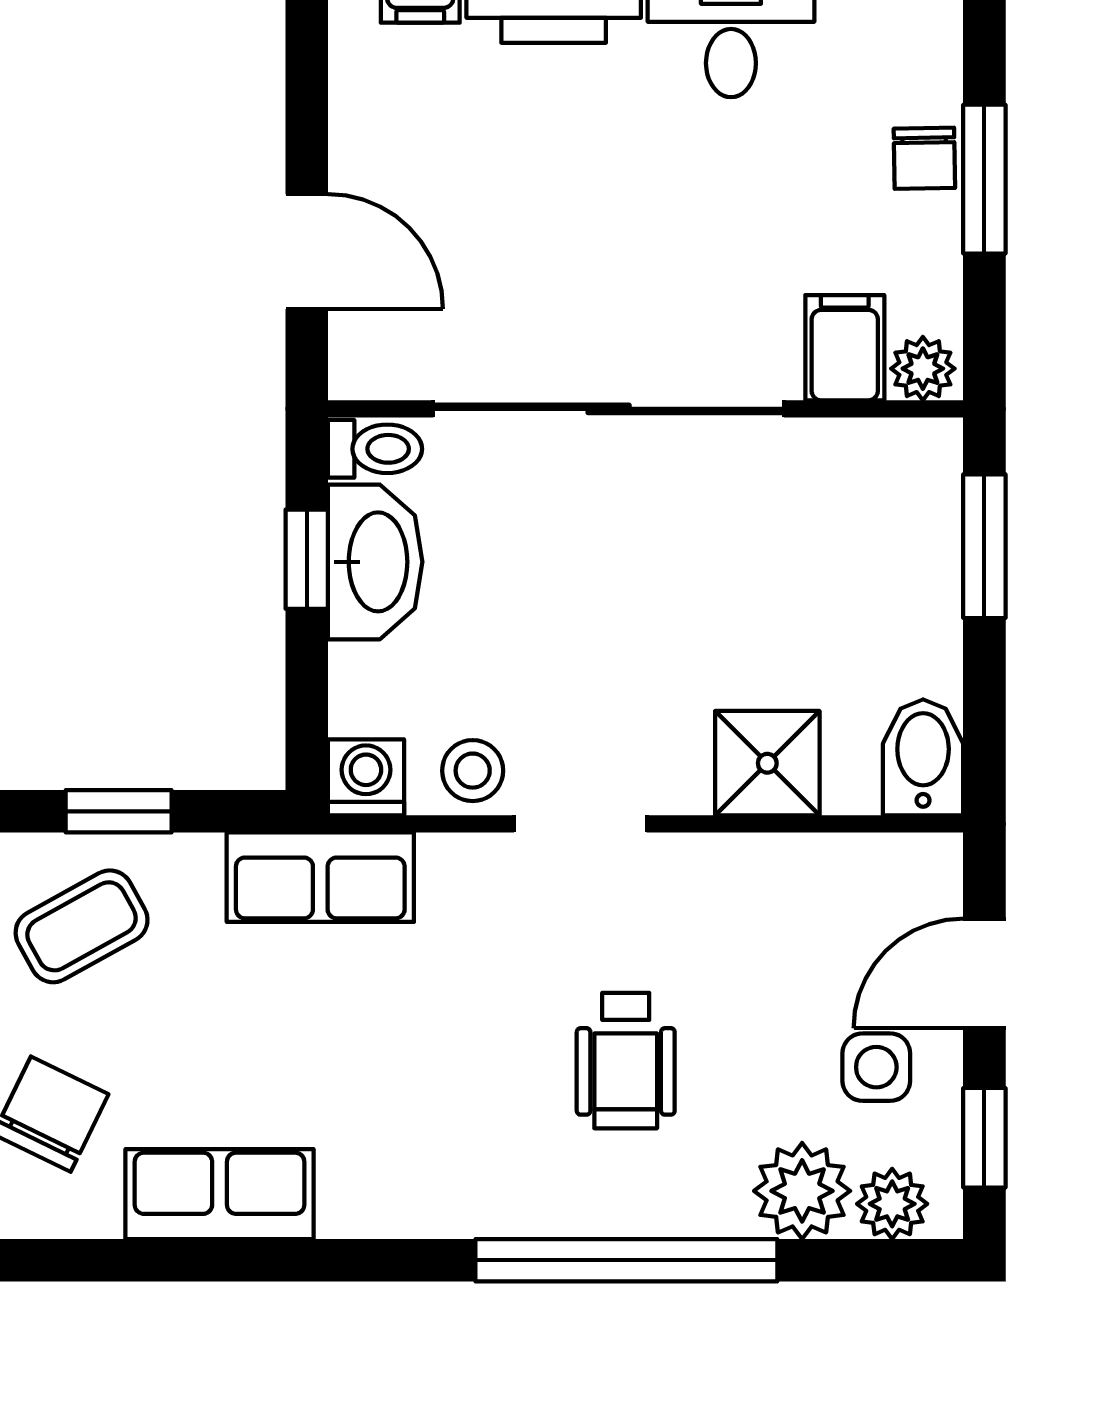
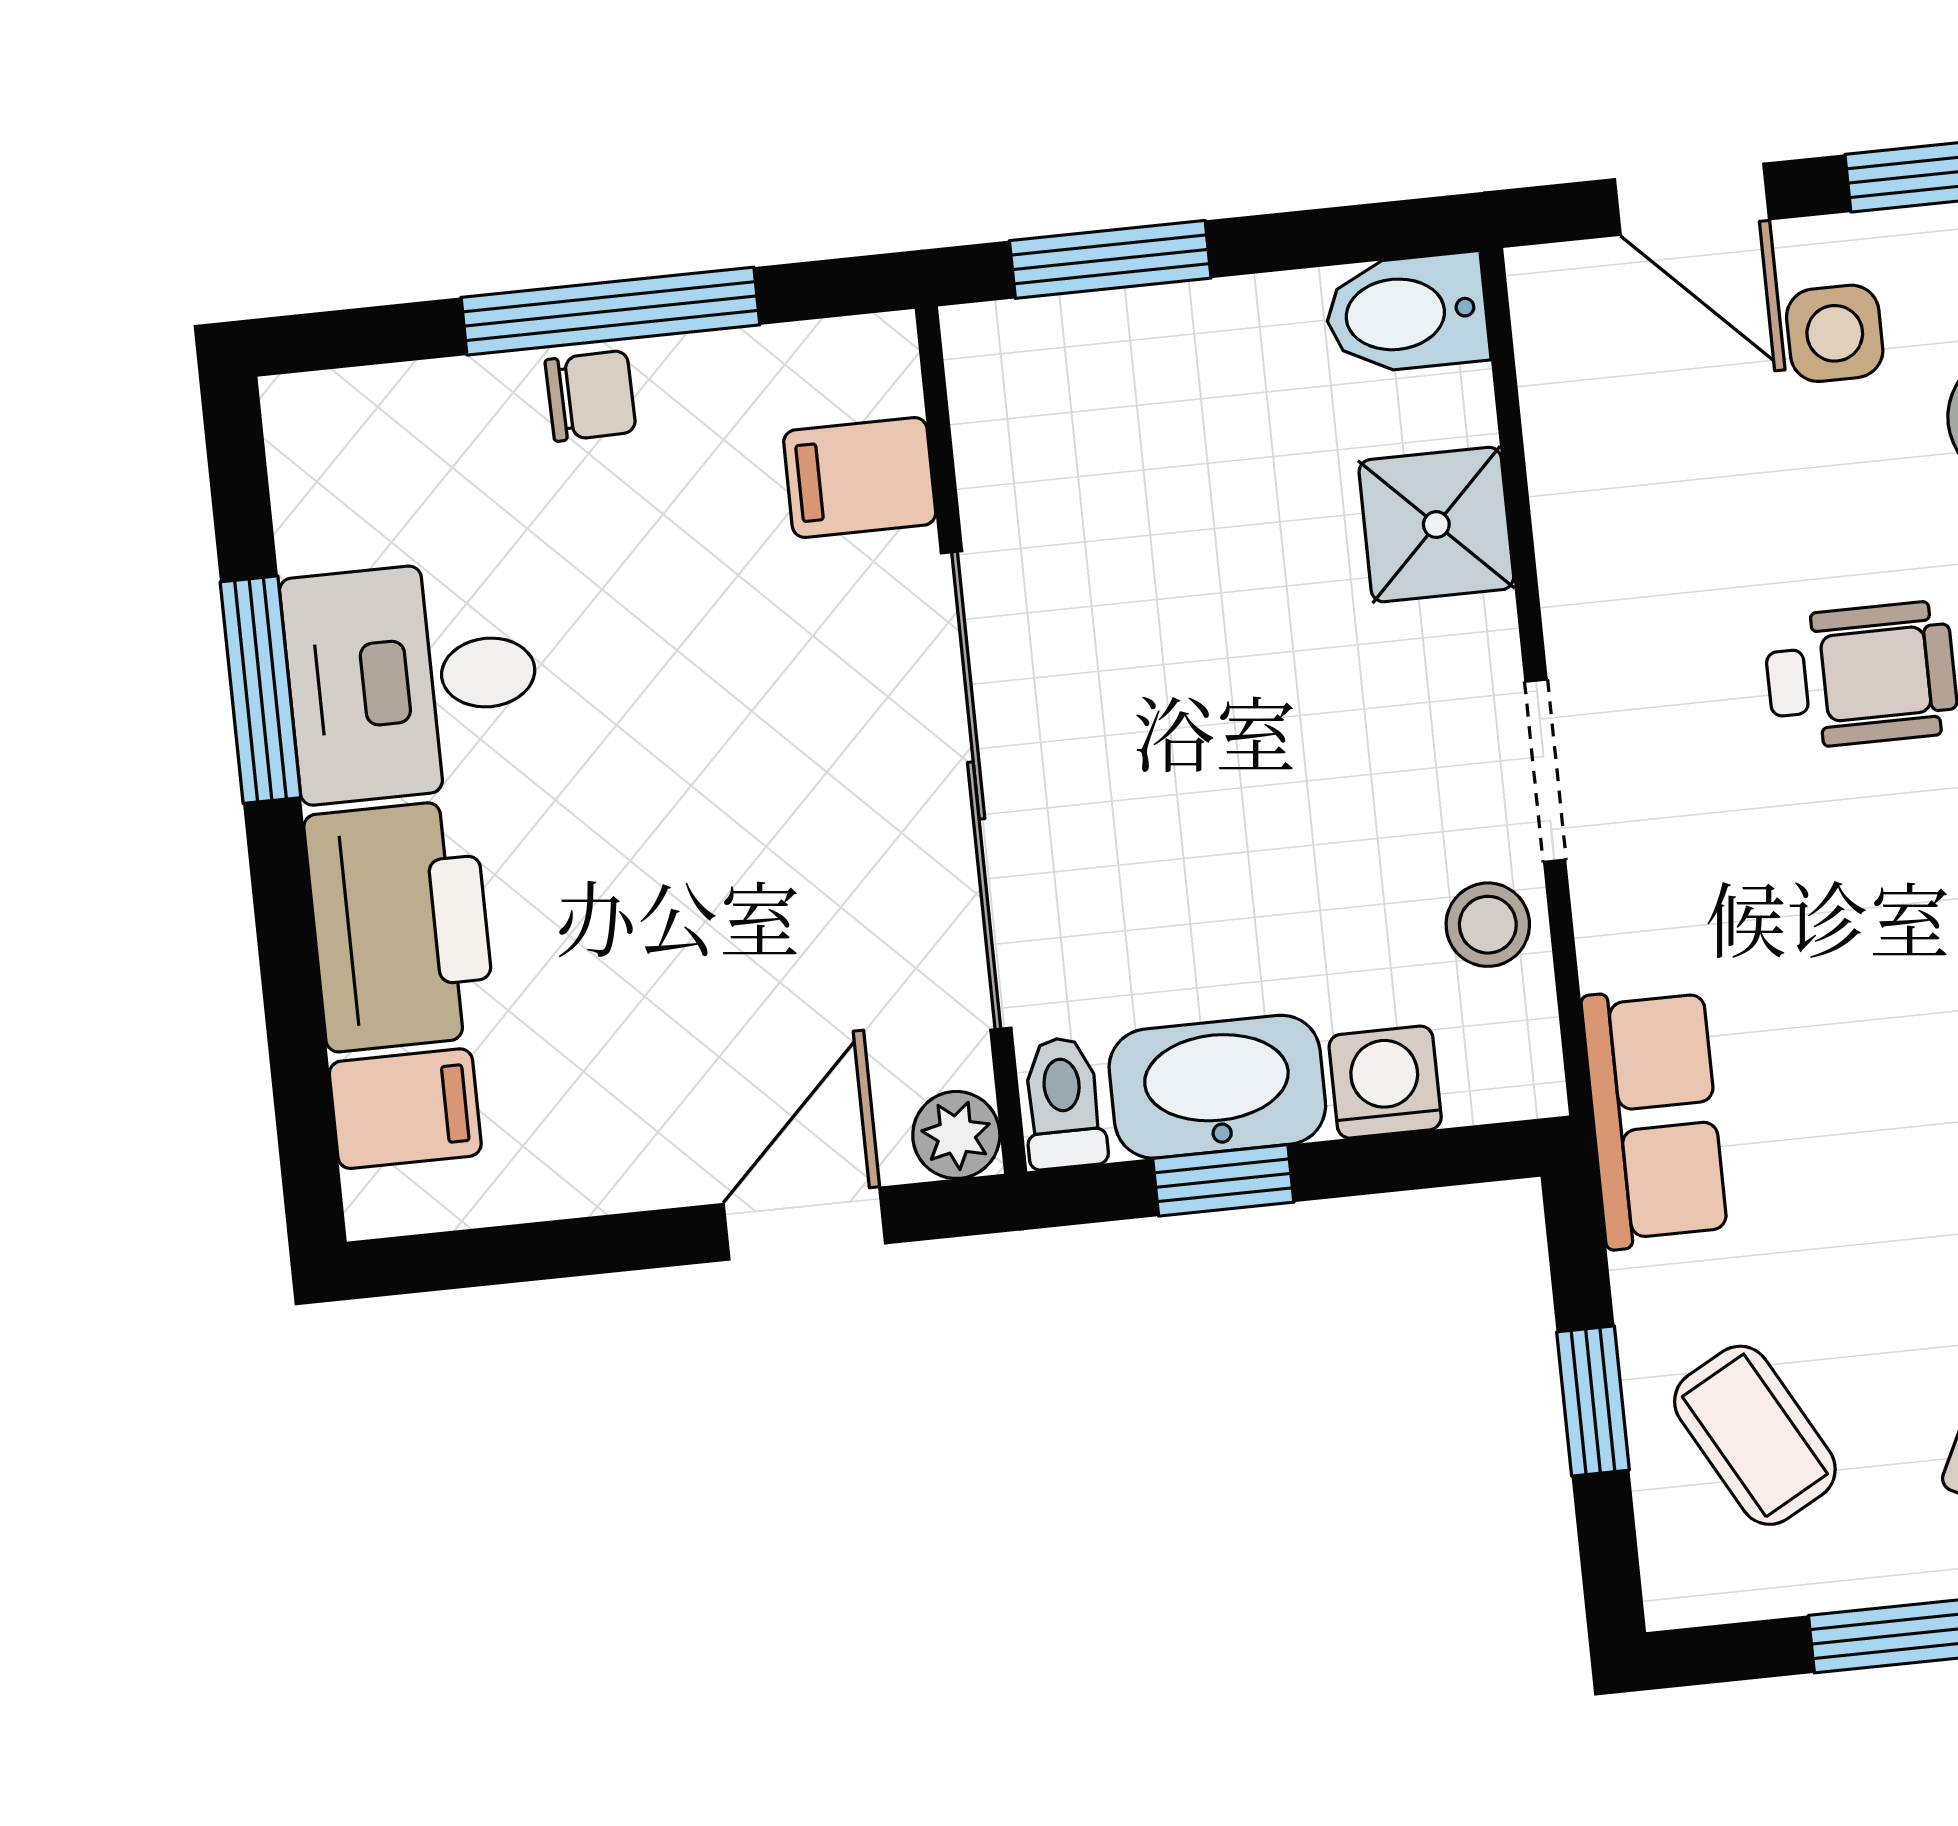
window: (984, 179) -> (610, 311), width x1.44
plant: (923, 369) -> (956, 1135), moved
washing machine: (366, 777) -> (1385, 1082), moved, turned 90

